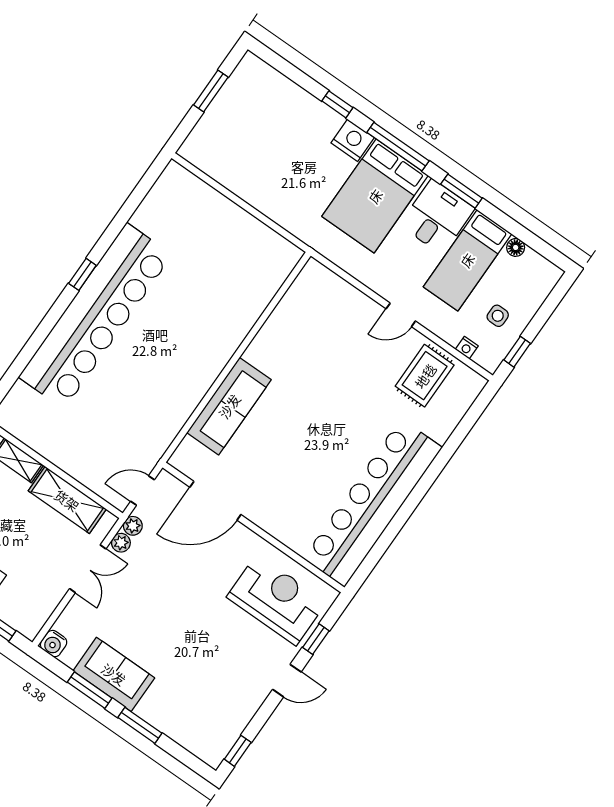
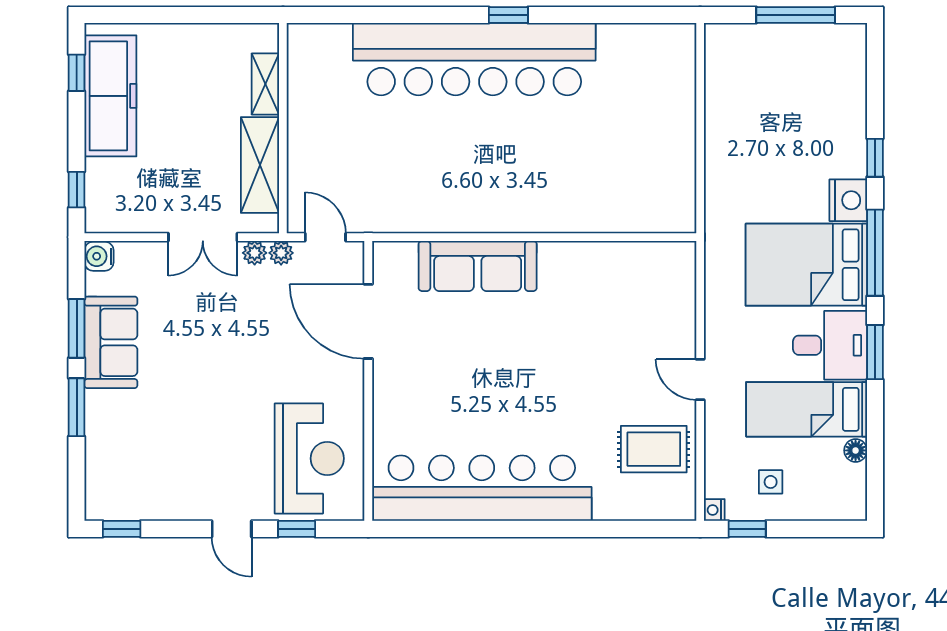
window: (211, 91) -> (796, 15), width x1.44
nightstand: (467, 348) -> (714, 510), moved

